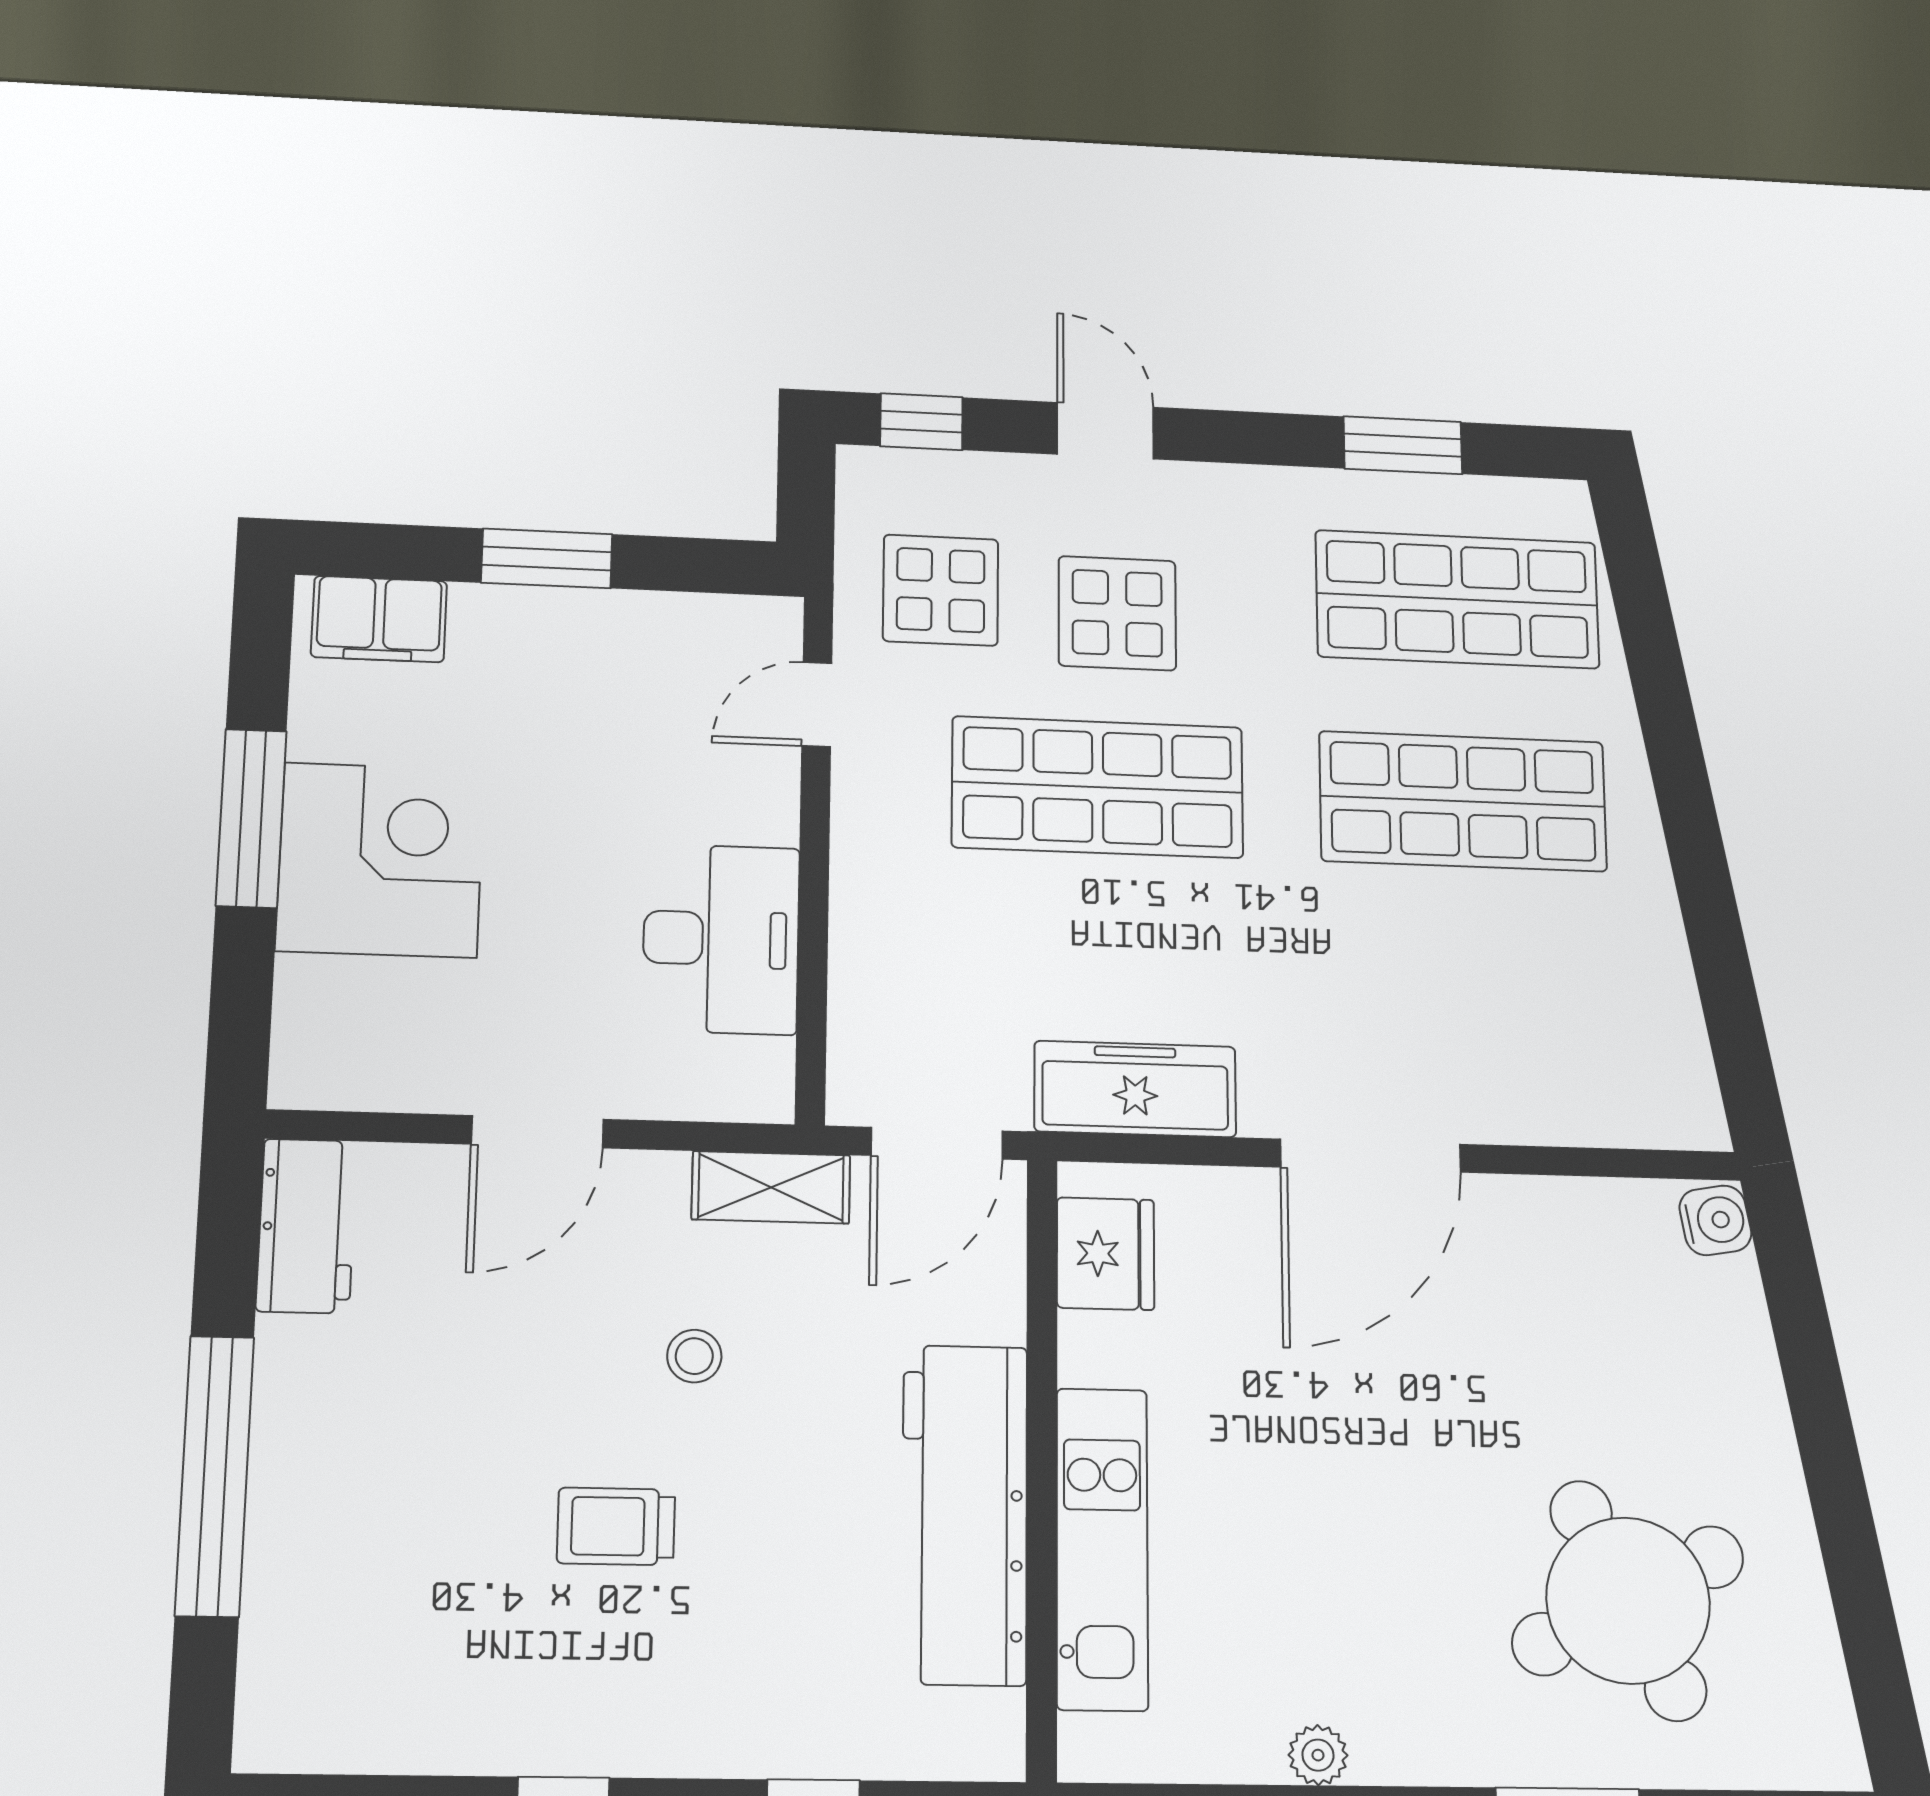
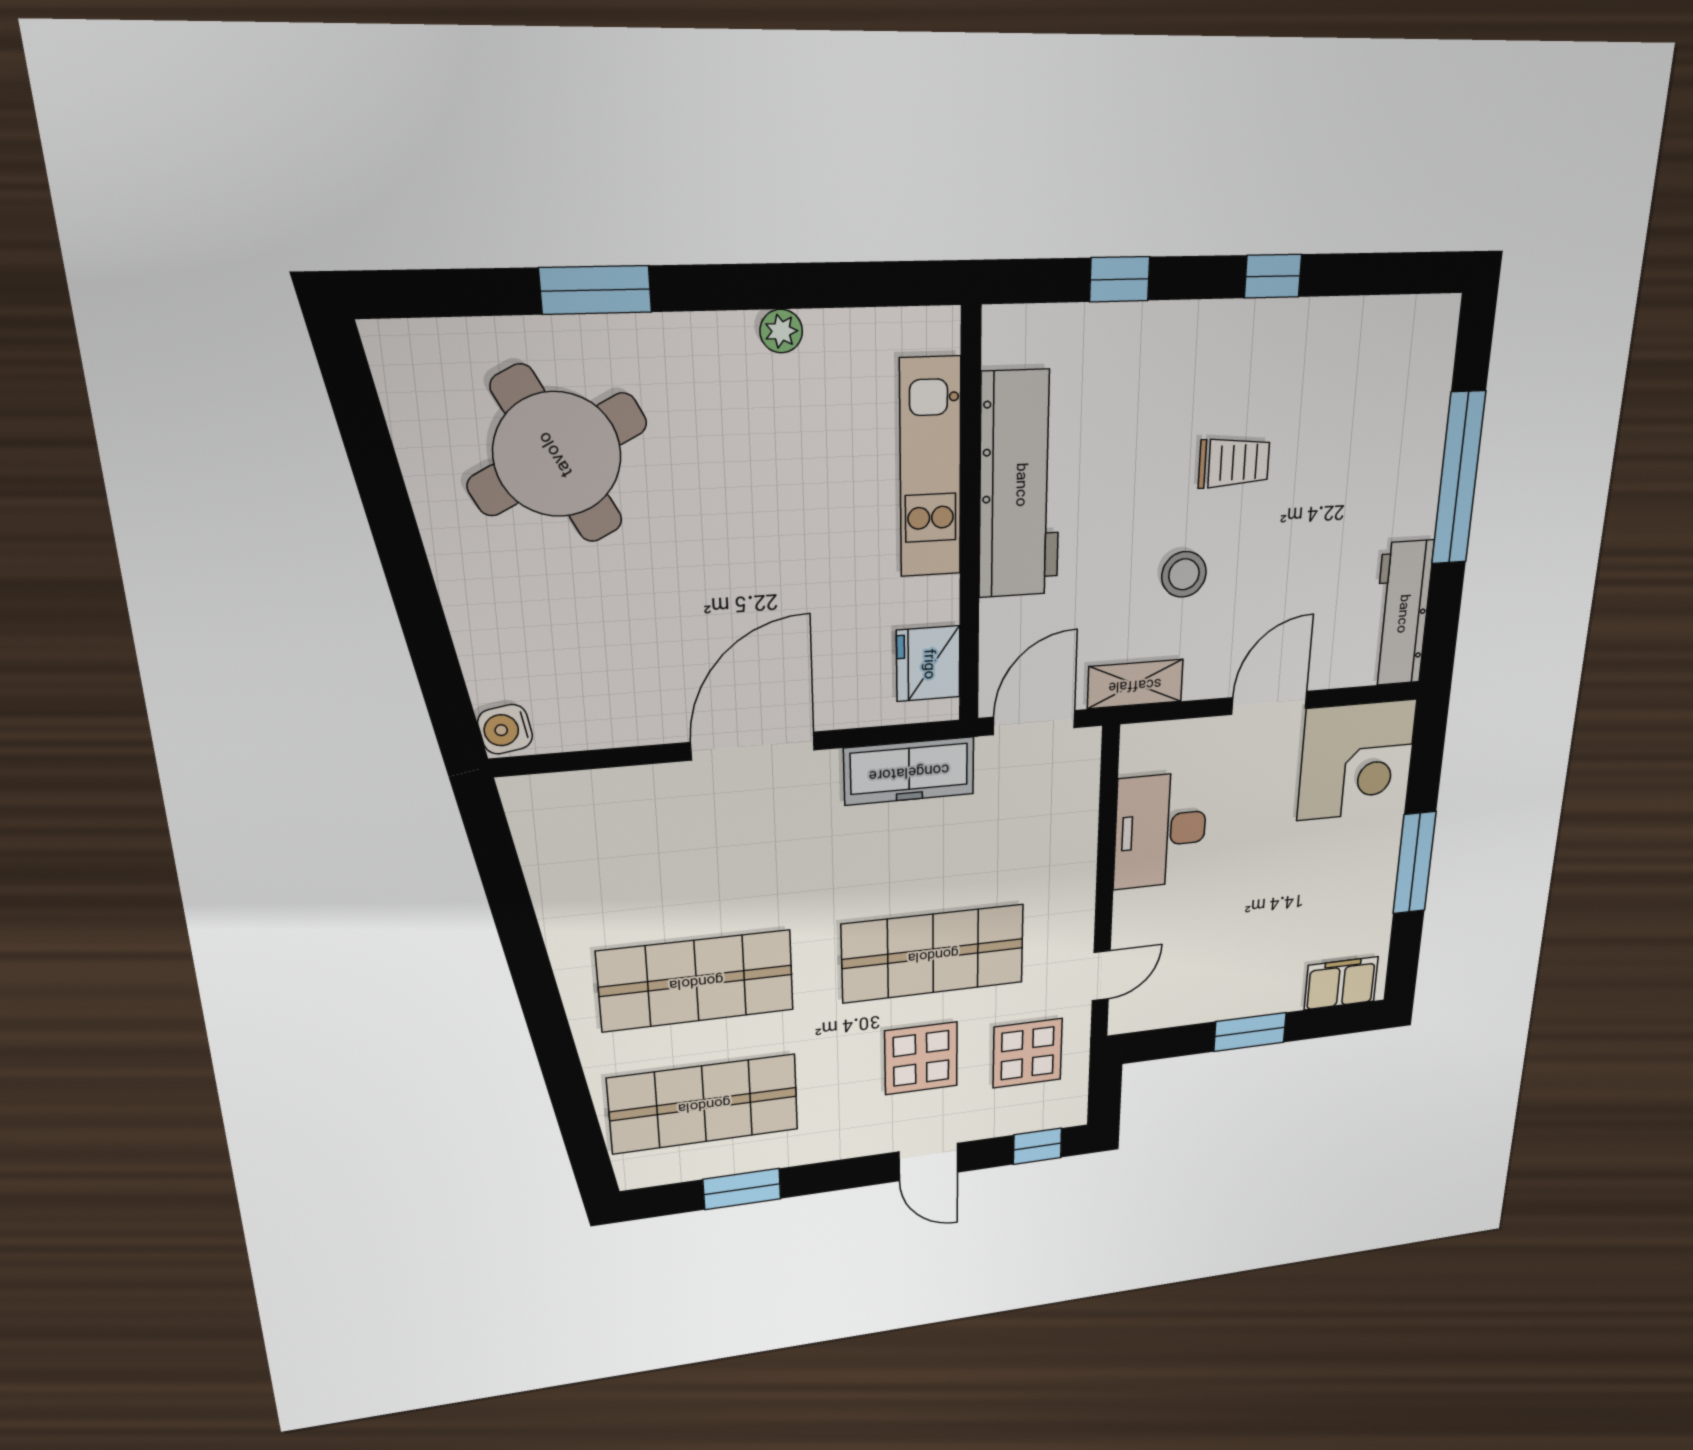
corner desk: (380, 860) -> (1357, 760), moved, turned -90
workbench: (307, 1226) -> (1402, 614), width x1.37
stool: (694, 1356) -> (1184, 574), width x1.37, depth x1.37

